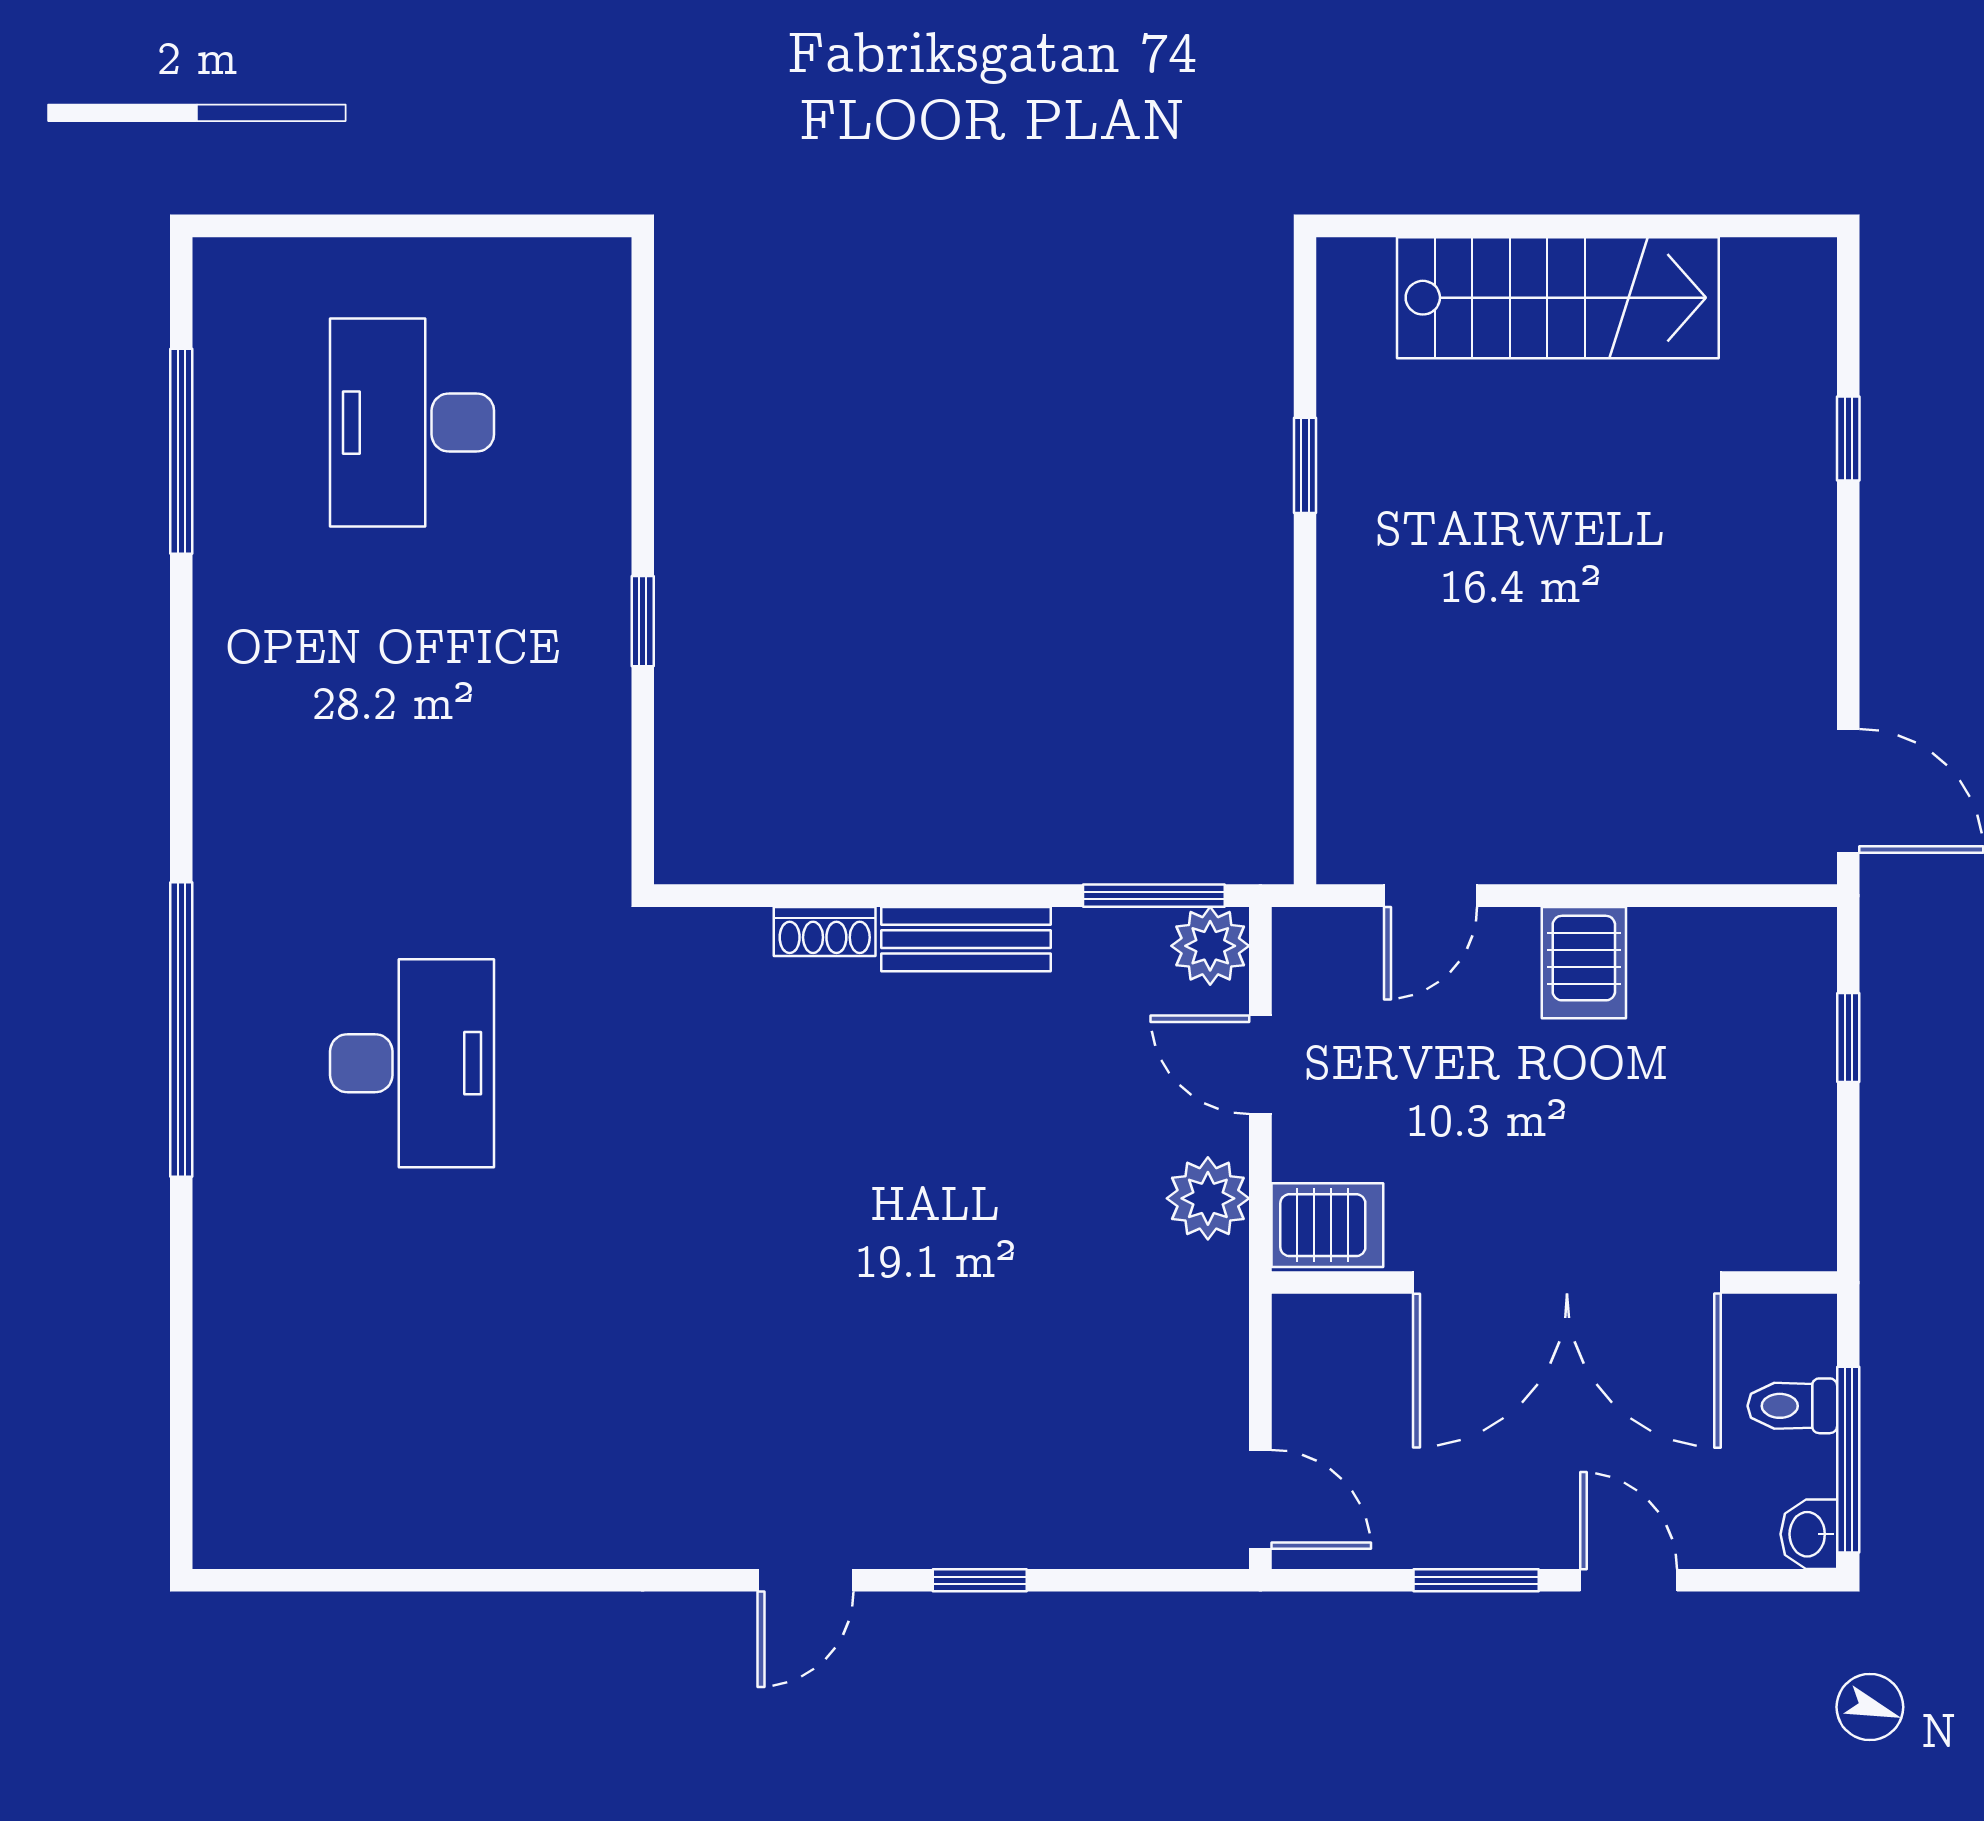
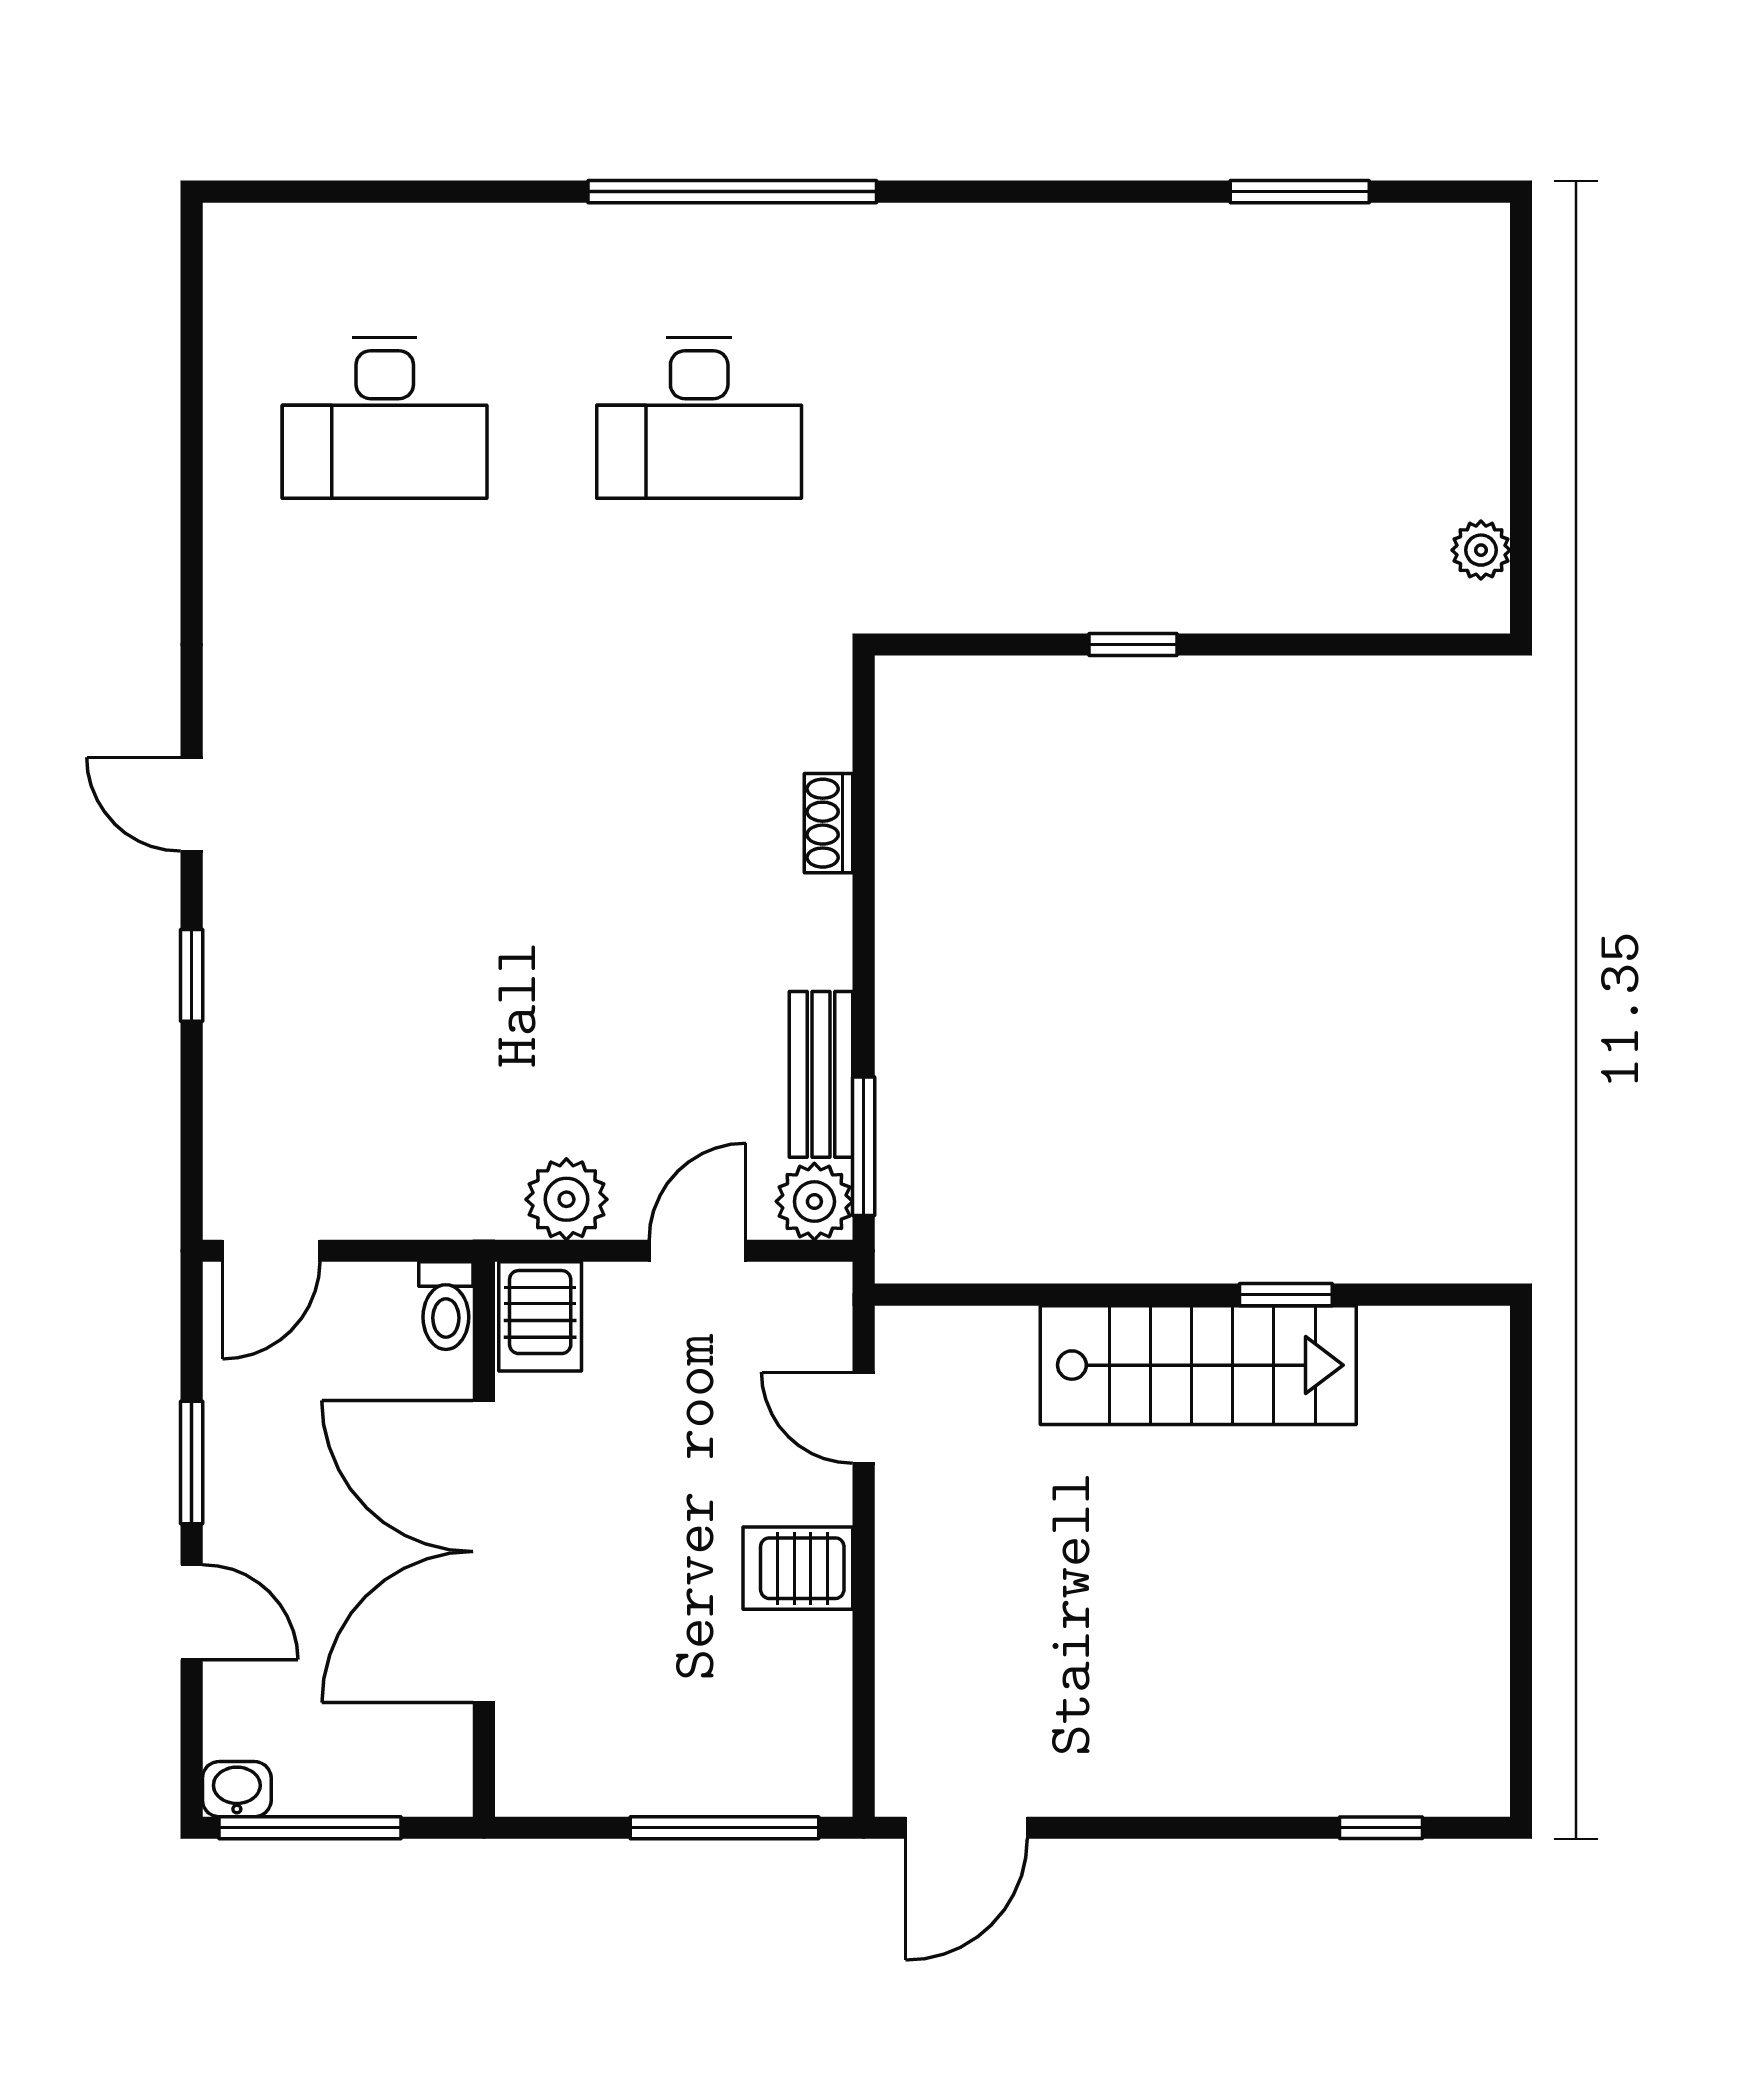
plant: (547, 267) -> (1481, 550), added
stairs: (1558, 298) -> (1198, 1365), moved, turned -90
desk: (412, 423) -> (385, 418), moved, turned 180
window: (1848, 439) -> (1381, 1828), moved
window: (181, 451) -> (1300, 192), width x0.69
bench: (966, 939) -> (821, 1074), moved
window: (1848, 1037) -> (724, 1828), width x2.17
toilet: (1792, 1406) -> (446, 1306), moved, turned 180
door: (1629, 1580) -> (192, 1612), hinge flipped

